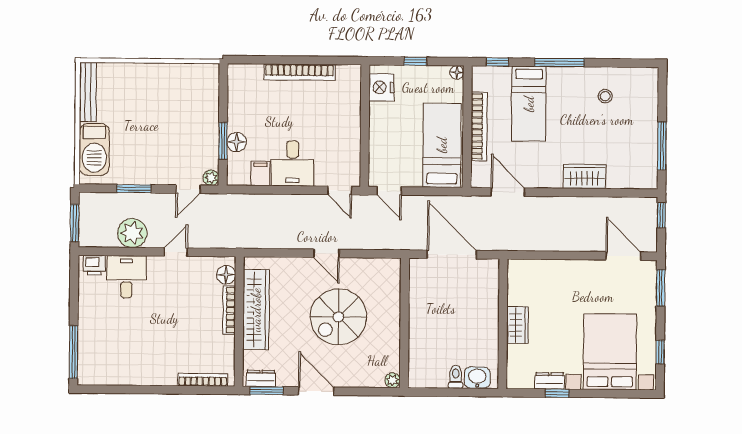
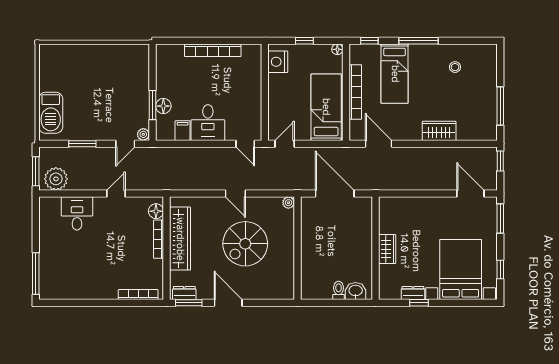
bench: (88, 92) -> (45, 67), removed
door: (389, 191) -> (285, 144), swing flipped
plant: (132, 233) -> (56, 179), moved
printer: (94, 265) -> (51, 205), removed
plant: (392, 380) -> (288, 203), moved

